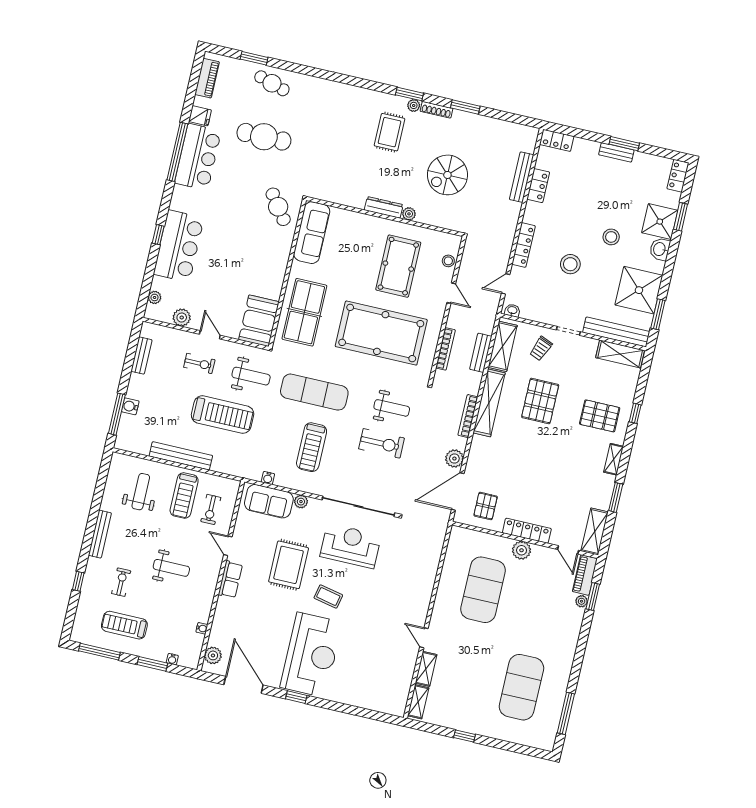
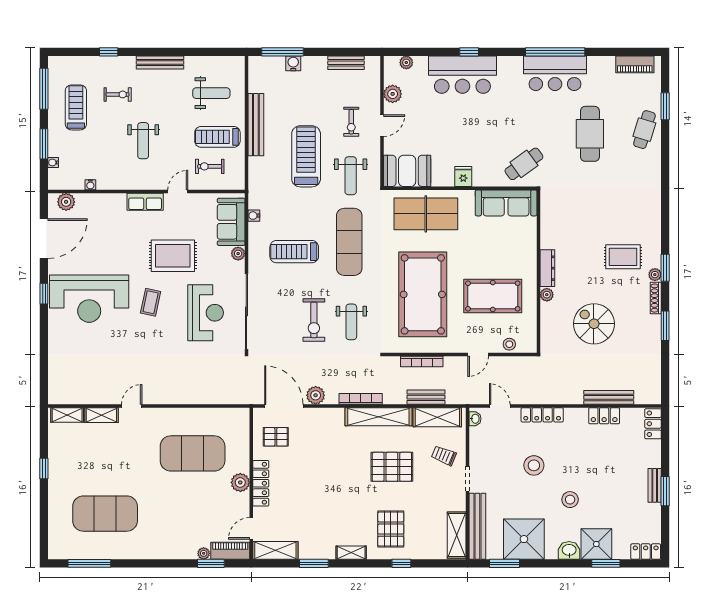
fridge: (200, 116) -> (463, 177), moved, turned 180
treadmill: (223, 415) -> (306, 156), turned 180

